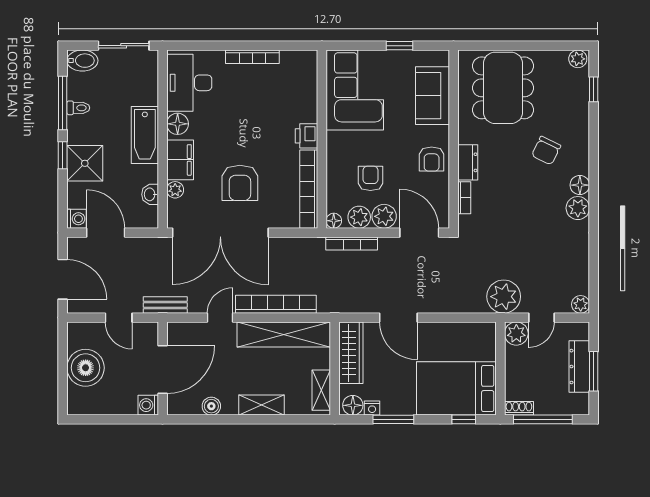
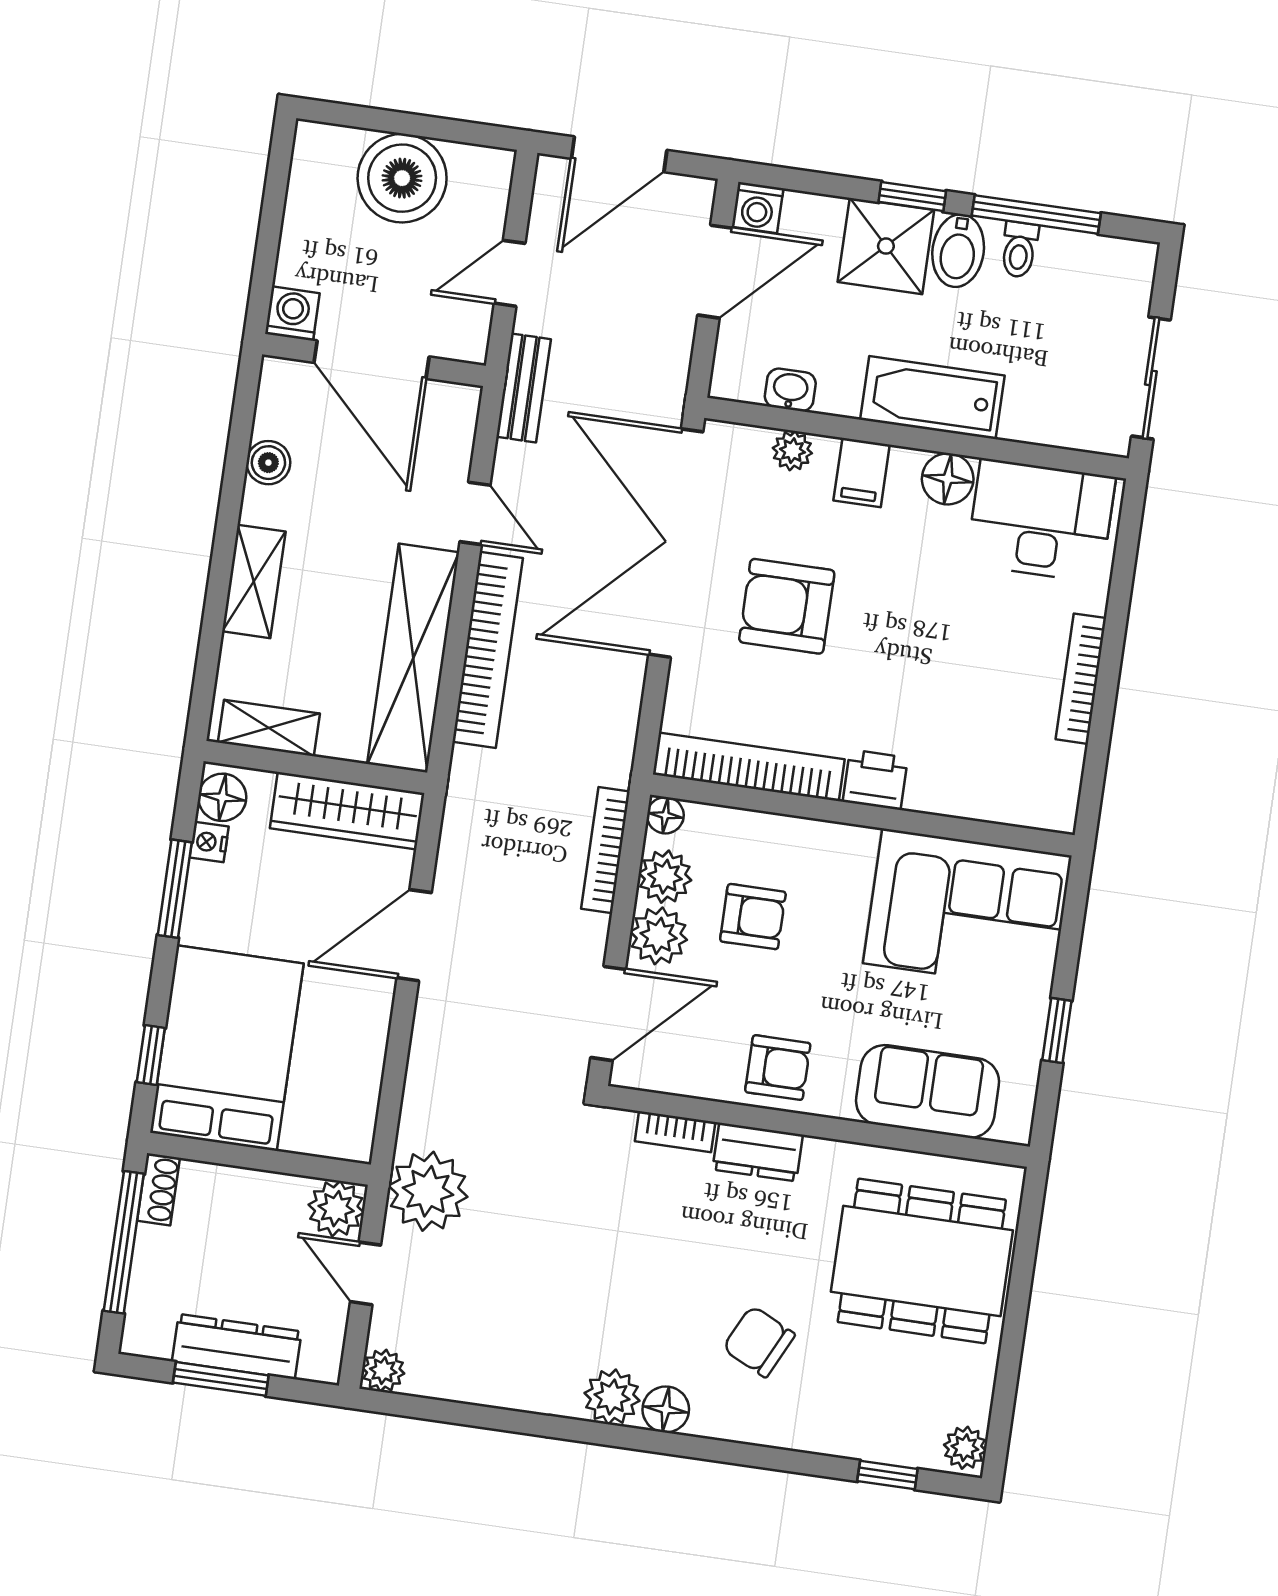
bidet: (82, 61) -> (958, 251), moved
armchair: (432, 159) -> (778, 1068), turned 180
filing cabinet: (180, 160) -> (862, 473), width x0.50

